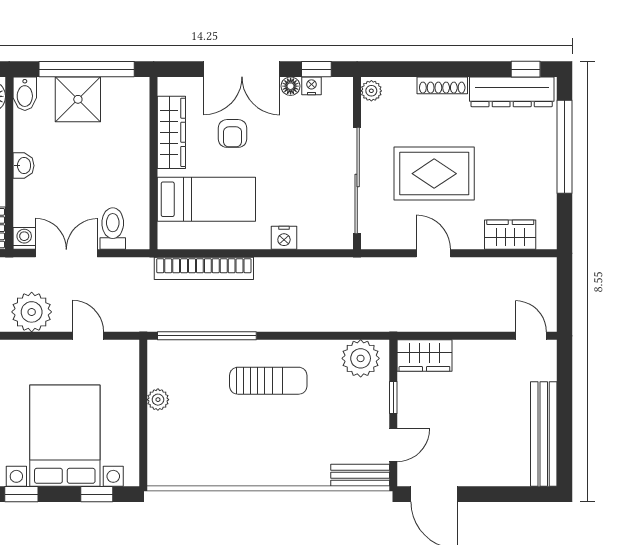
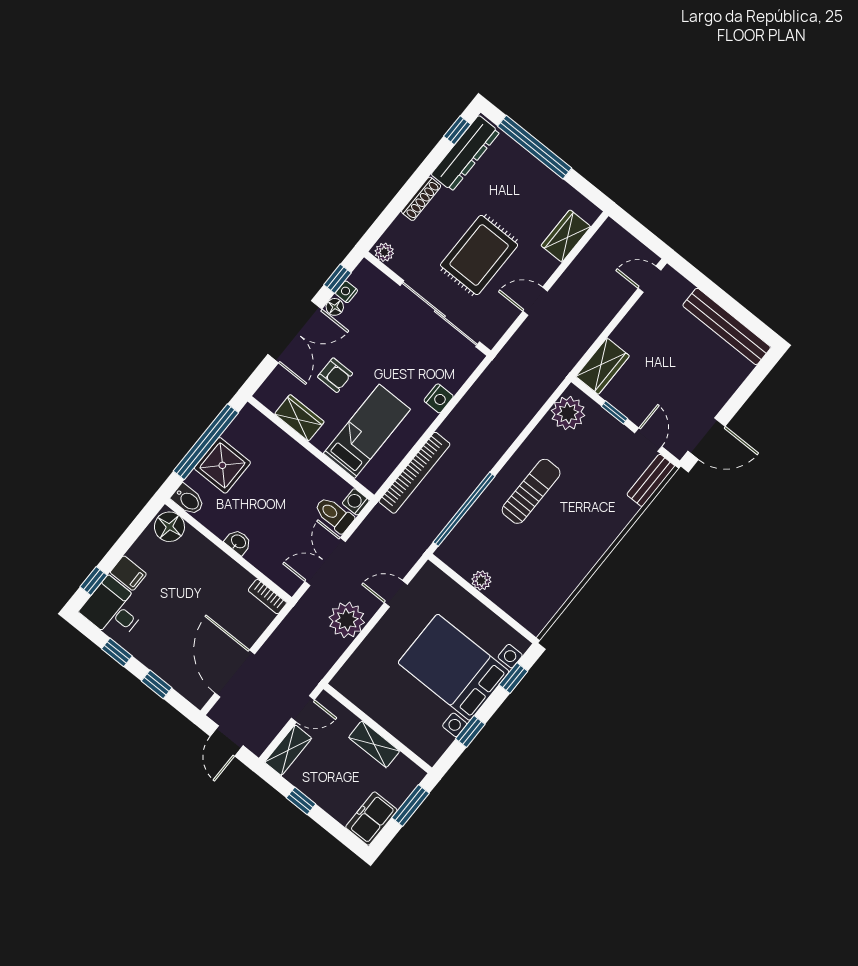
wardrobe: (171, 132) -> (299, 418), width x0.67
washing machine: (24, 238) -> (356, 502), moved

